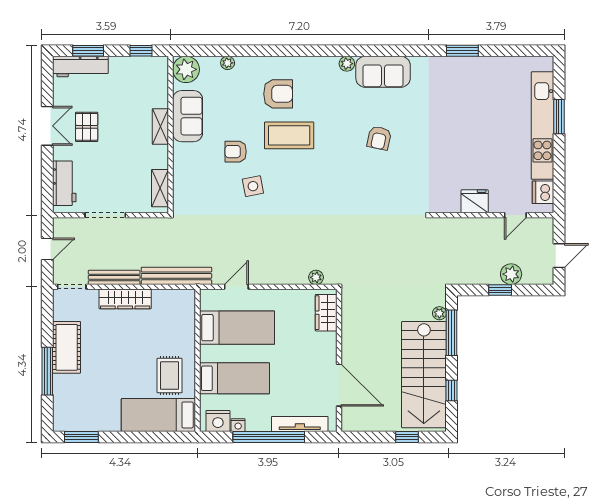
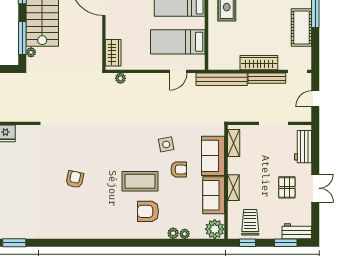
plant: (347, 64) -> (173, 233), moved
workbench: (80, 66) -> (297, 231), width x0.73
sofa: (383, 72) -> (213, 156), moved, turned -90
trolley: (137, 79) -> (250, 222), added
double door: (47, 126) -> (315, 188), swing flipped

